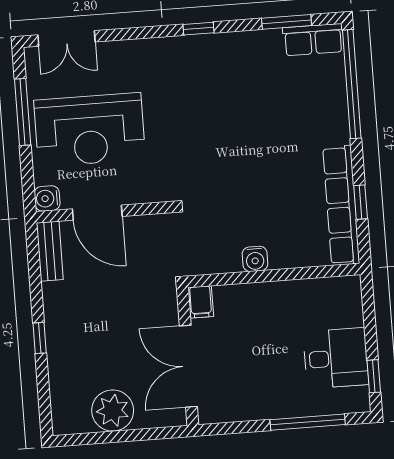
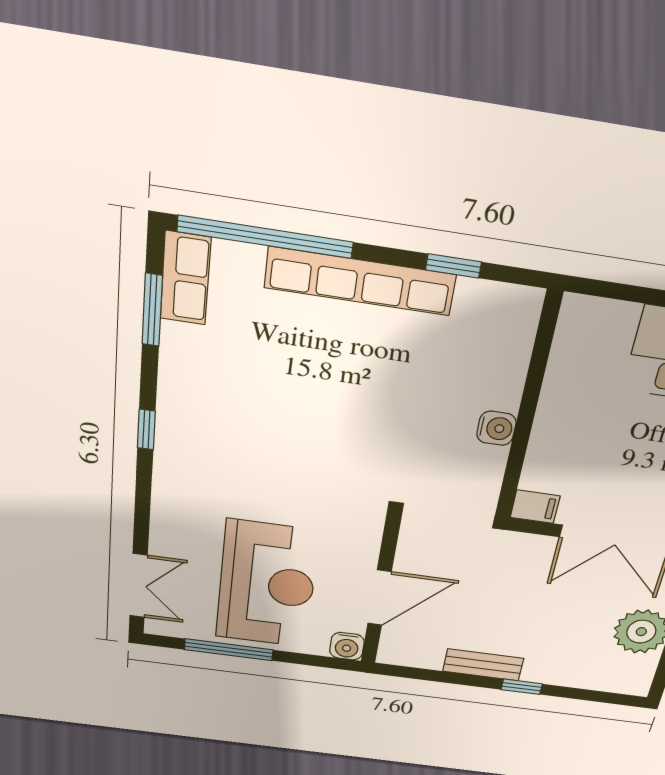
row of seats: (341, 205) -> (360, 281), moved
bench: (50, 251) -> (483, 665), moved

